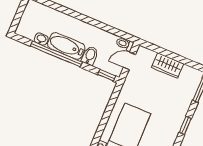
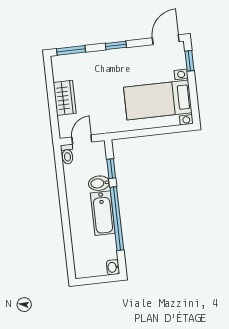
washbasin: (41, 39) -> (113, 267), moved
door: (129, 61) -> (82, 140), swing flipped
window: (107, 75) -> (111, 169), moved

